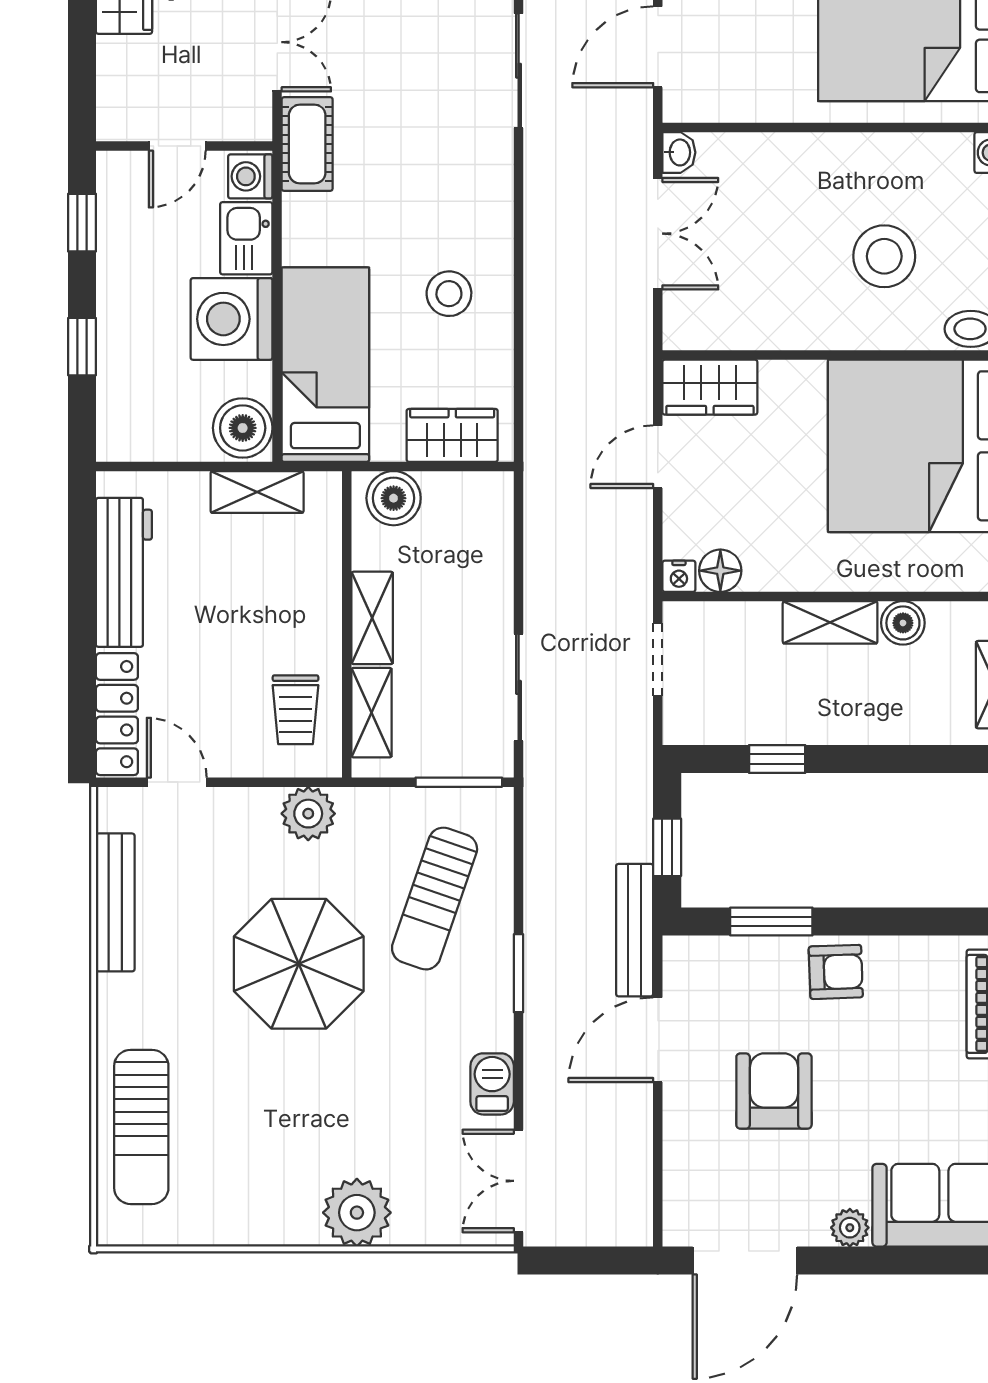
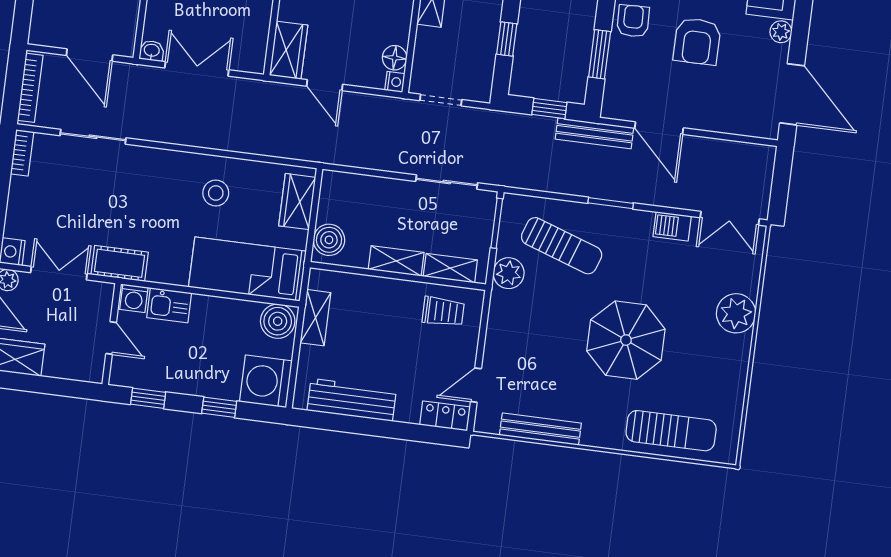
washing machine: (232, 319) -> (266, 381), moved, turned 90
locker: (117, 714) -> (445, 416), width x0.66
plant: (308, 814) -> (509, 273), moved
parasol: (299, 964) -> (626, 340), moved
armchair: (774, 1091) -> (697, 41), moved, turned -90

